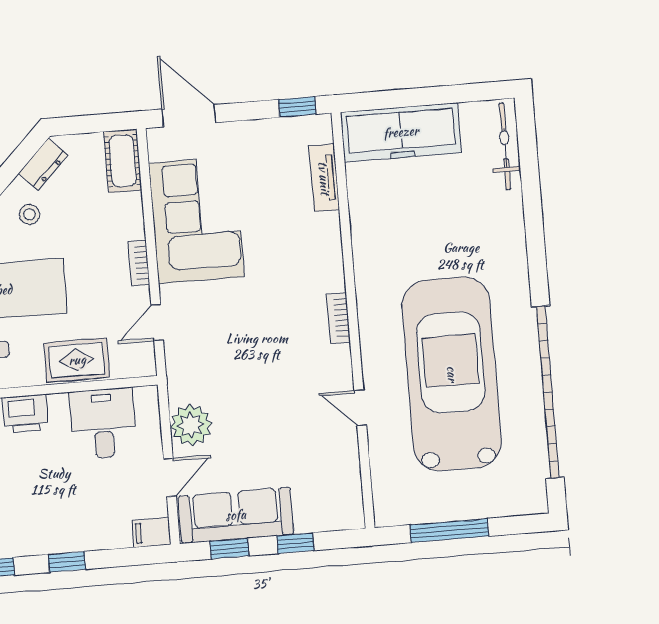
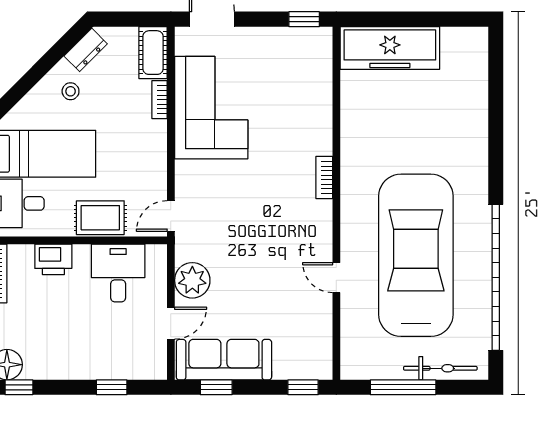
bicycle: (505, 146) -> (440, 368), moved, turned 90
tv unit: (324, 178) -> (322, 81), removed
bookcase: (139, 263) -> (160, 100), moved
bookcase: (339, 318) -> (324, 178), moved
door: (157, 322) -> (171, 216), moved
filing cabinet: (152, 532) -> (152, 368), removed
window: (295, 543) -> (303, 387), moved
window: (67, 562) -> (112, 387), moved

